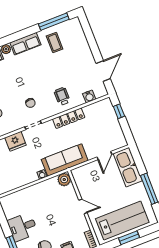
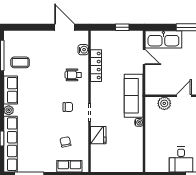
window: (119, 111) -> (122, 27), moved
locker: (69, 118) -> (96, 66), moved
plant: (64, 180) -> (164, 103), moved

